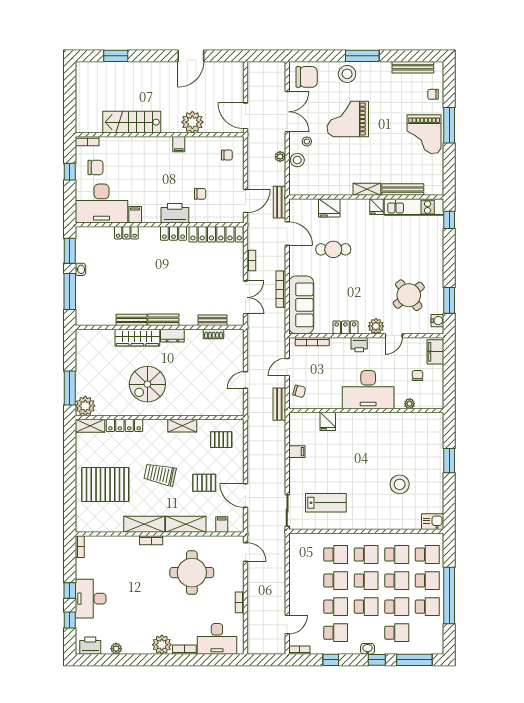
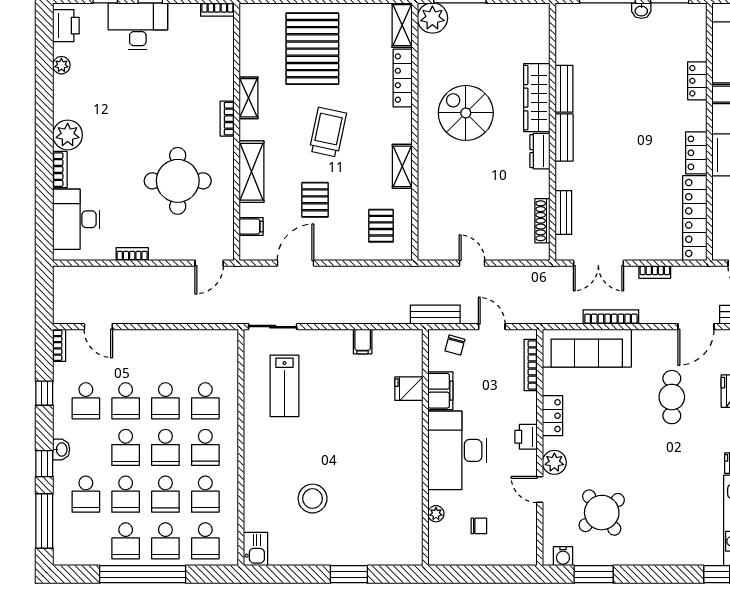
shoe rack: (214, 334) -> (542, 221), width x1.43
filing cabinet: (435, 352) -> (440, 391), moved, turned 90
shelving: (144, 524) -> (249, 98), width x0.67, depth x0.75

